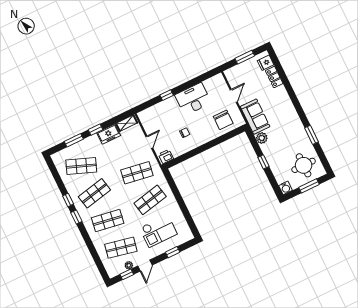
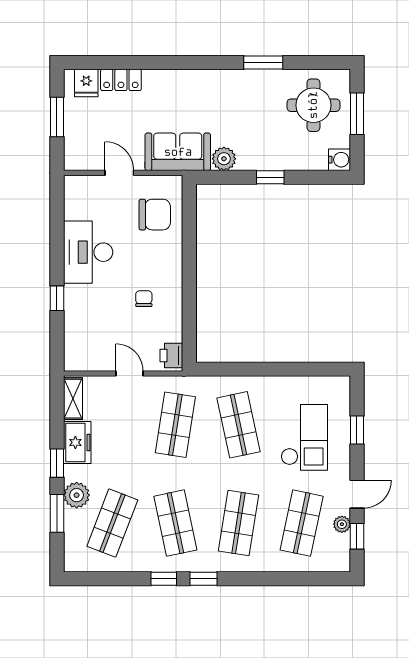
plant: (86, 145) -> (77, 495), added
door: (145, 266) -> (357, 494), hinge flipped

